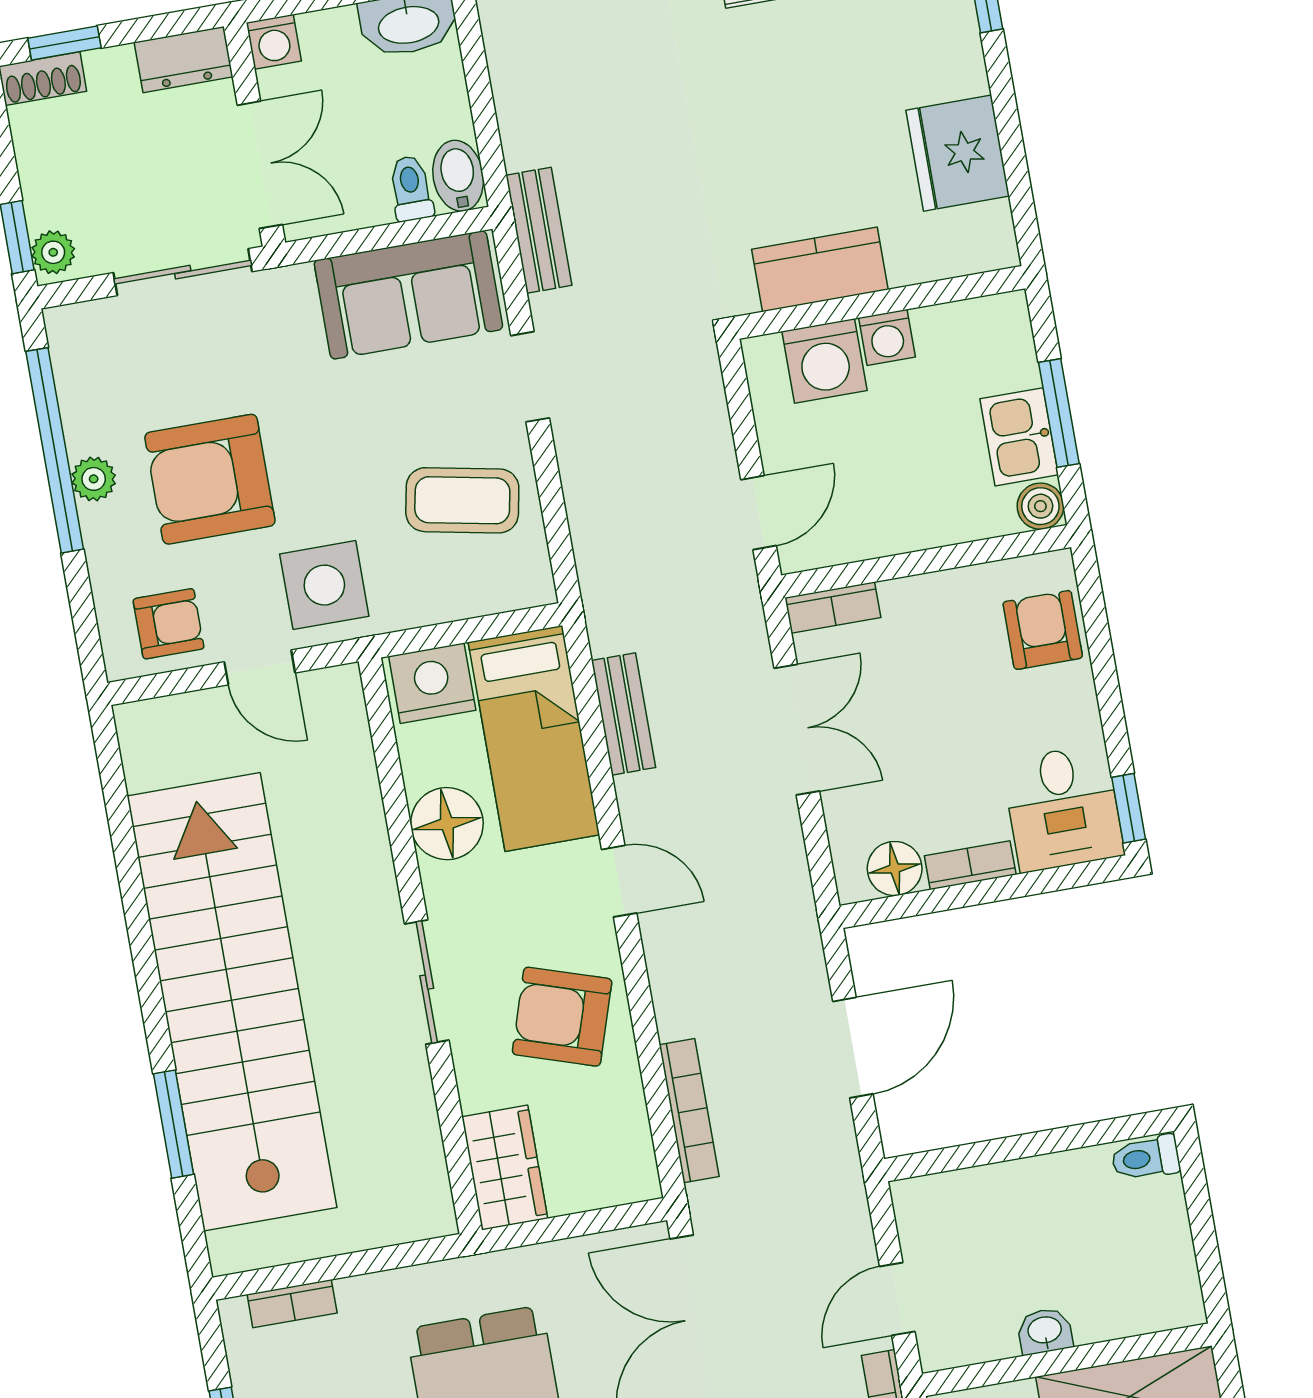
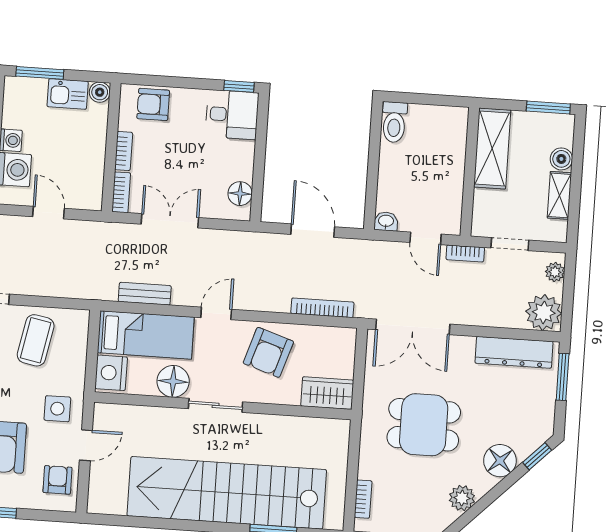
window: (1059, 413) -> (40, 73), moved
door: (758, 513) -> (49, 213), moved
side table: (324, 585) -> (57, 409), width x0.73, depth x0.73
bookcase: (970, 865) -> (124, 151), moved, turned 180
sliding door: (427, 982) -> (216, 405), moved
toilet: (1146, 1158) -> (394, 122), width x1.37, depth x1.39
washbasin: (1045, 1331) -> (386, 221), moved, turned 90

